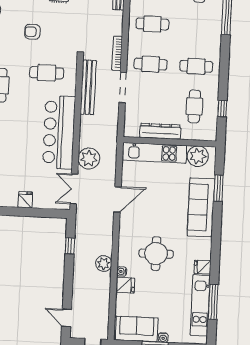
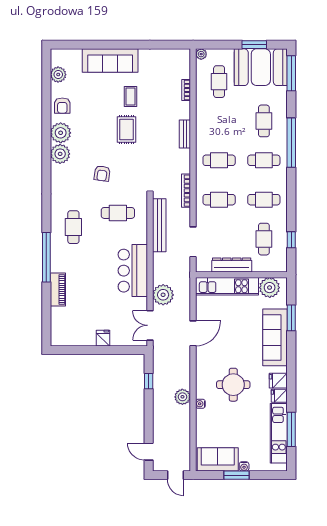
cafe table: (198, 26) -> (264, 160), added
armchair: (32, 32) -> (102, 173), turned -82
doorway: (123, 87) -> (193, 242), moved
bar counter: (59, 132) -> (133, 271), width x0.73
fridge: (125, 285) -> (278, 381), moved, turned 180

